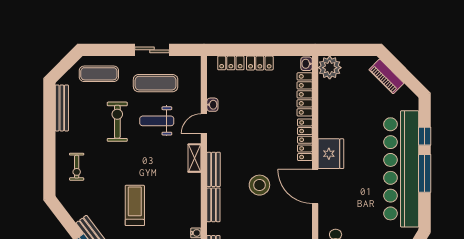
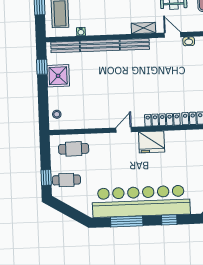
window: (425, 173) -> (127, 221), moved
stool: (259, 185) -> (123, 83), removed
door: (315, 186) -> (124, 130), width x0.53
bench: (213, 205) -> (100, 46), width x1.36

